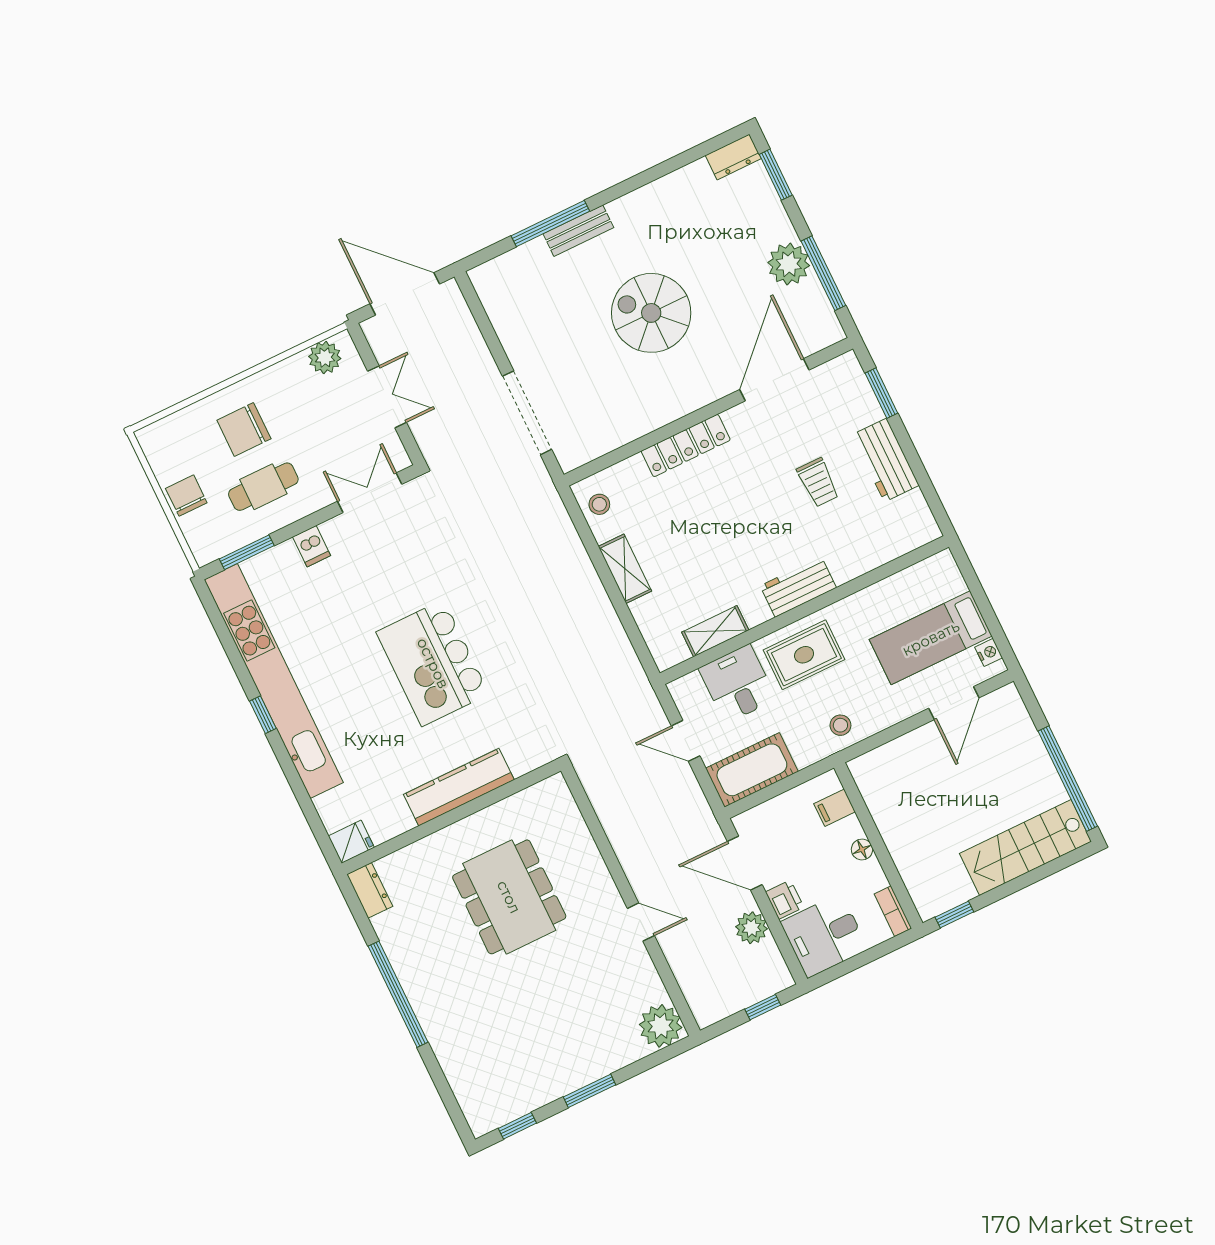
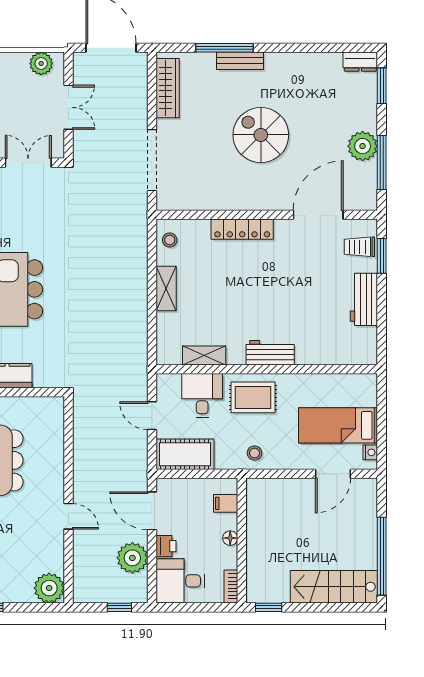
wardrobe: (502, 310) -> (168, 88), added
trolley: (818, 482) -> (359, 247), moved, turned 90
plant: (751, 928) -> (132, 558), width x1.36, depth x1.36

